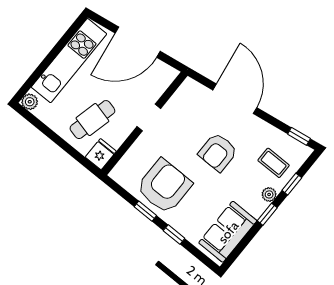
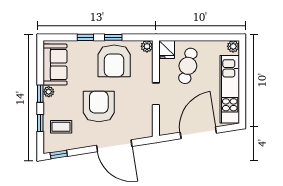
armchair: (218, 152) -> (99, 106), width x1.36, depth x1.36
plant: (118, 174) -> (147, 46), added
plant: (269, 194) -> (49, 92), moved

